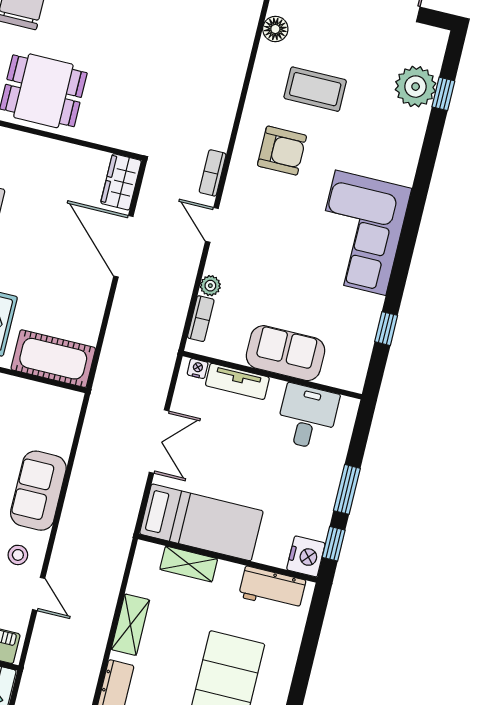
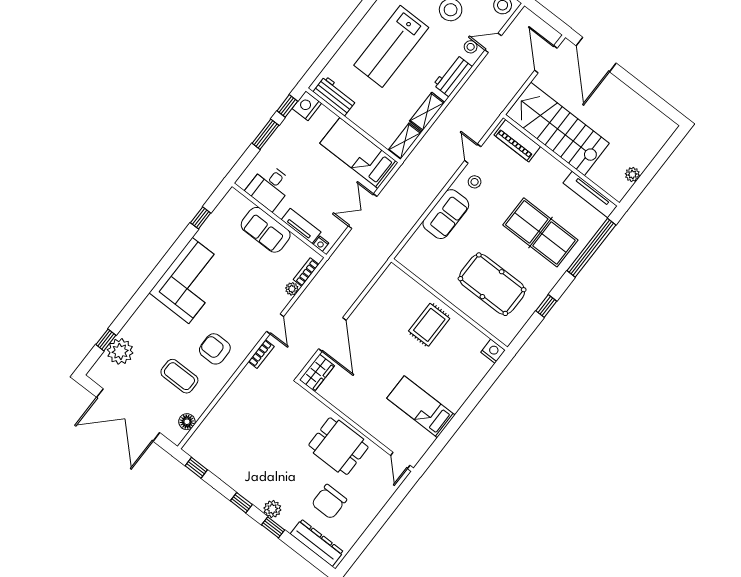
cot: (53, 359) -> (403, 287), removed
shelving: (189, 564) -> (405, 141), moved, turned 90

